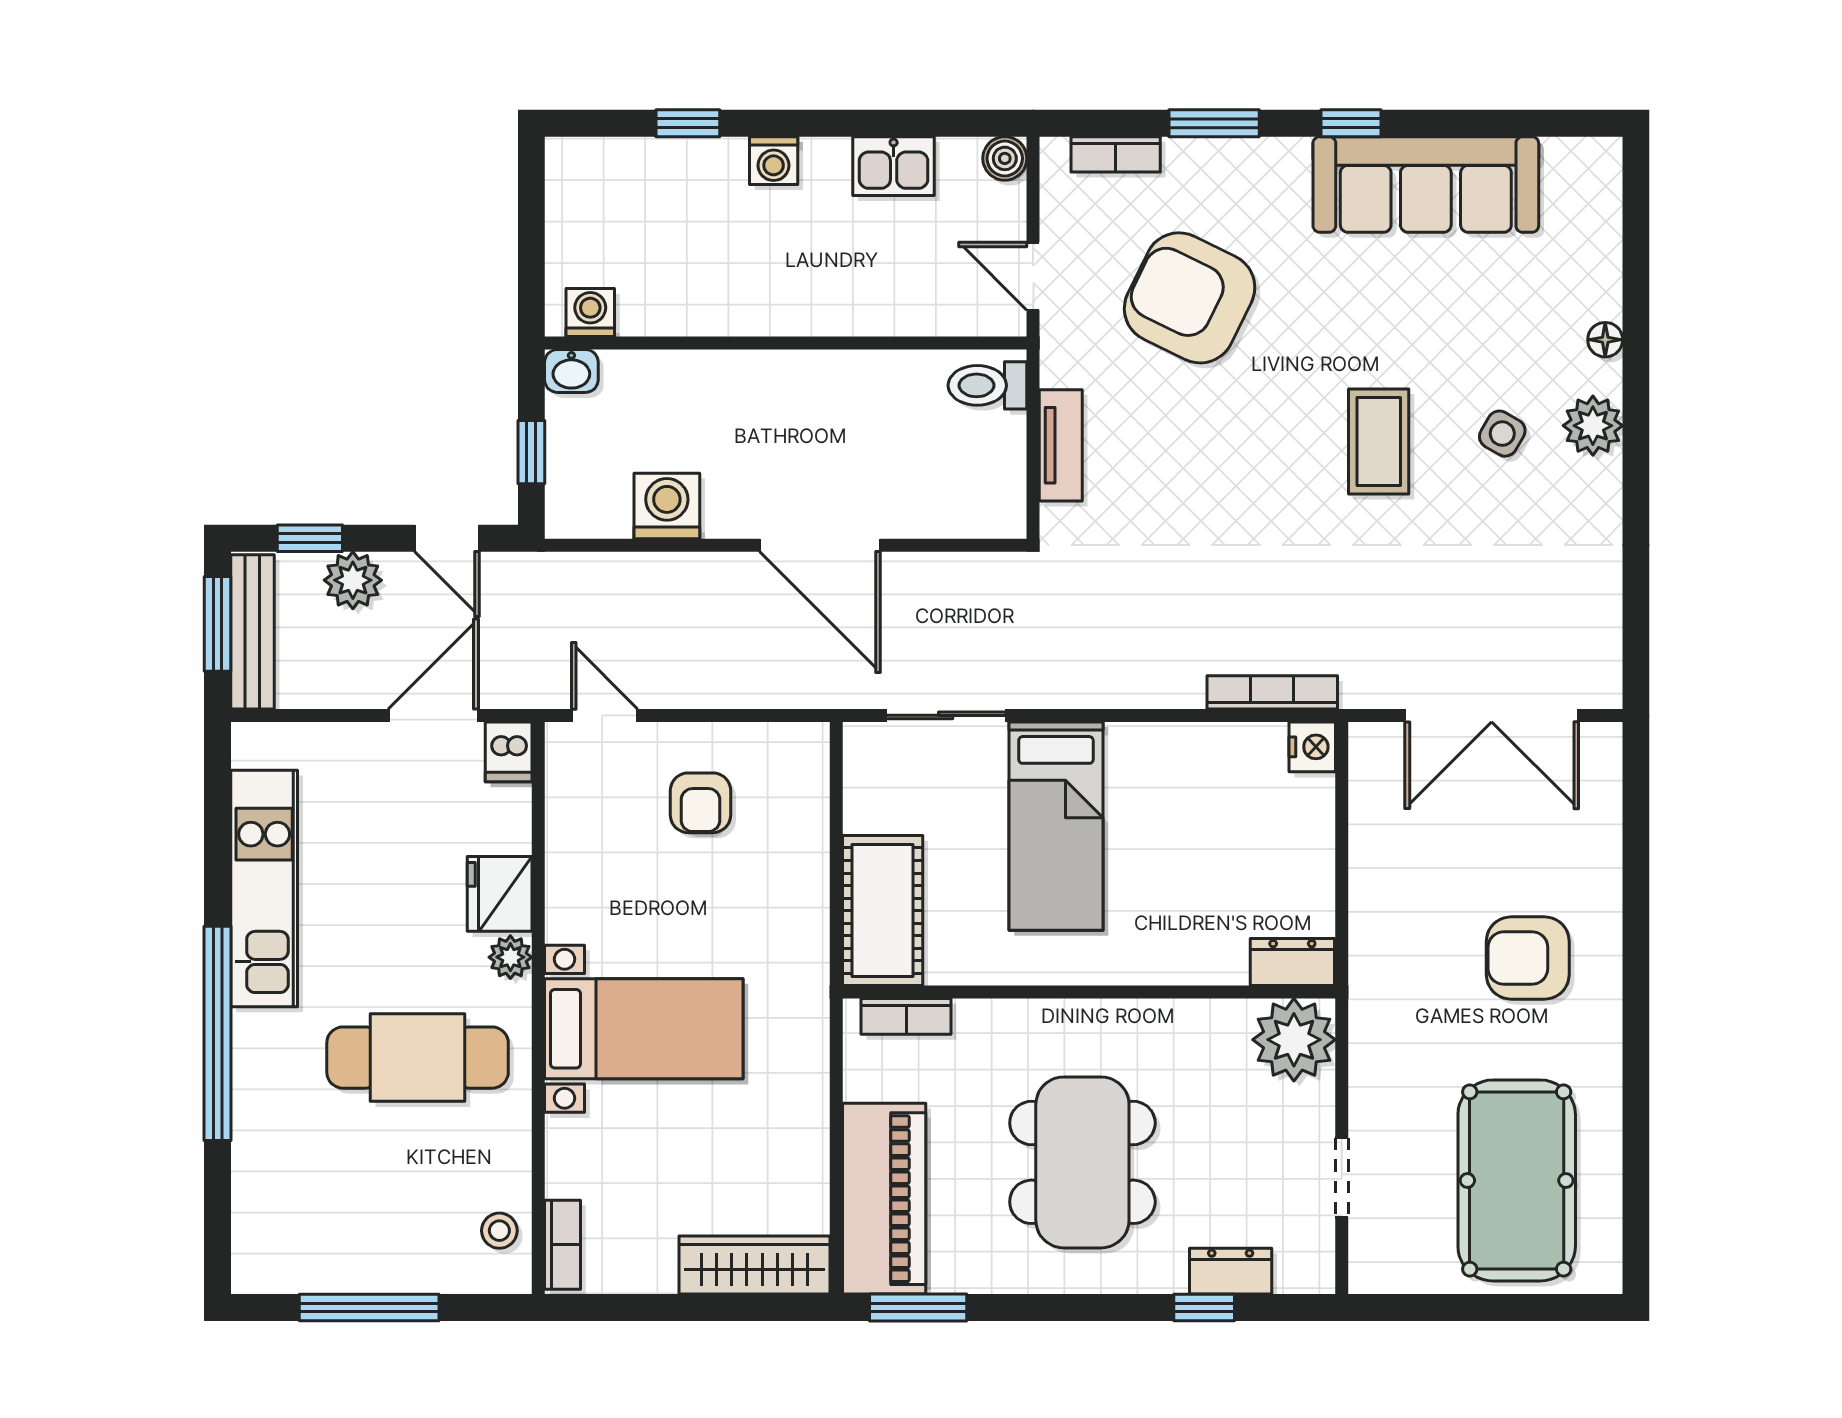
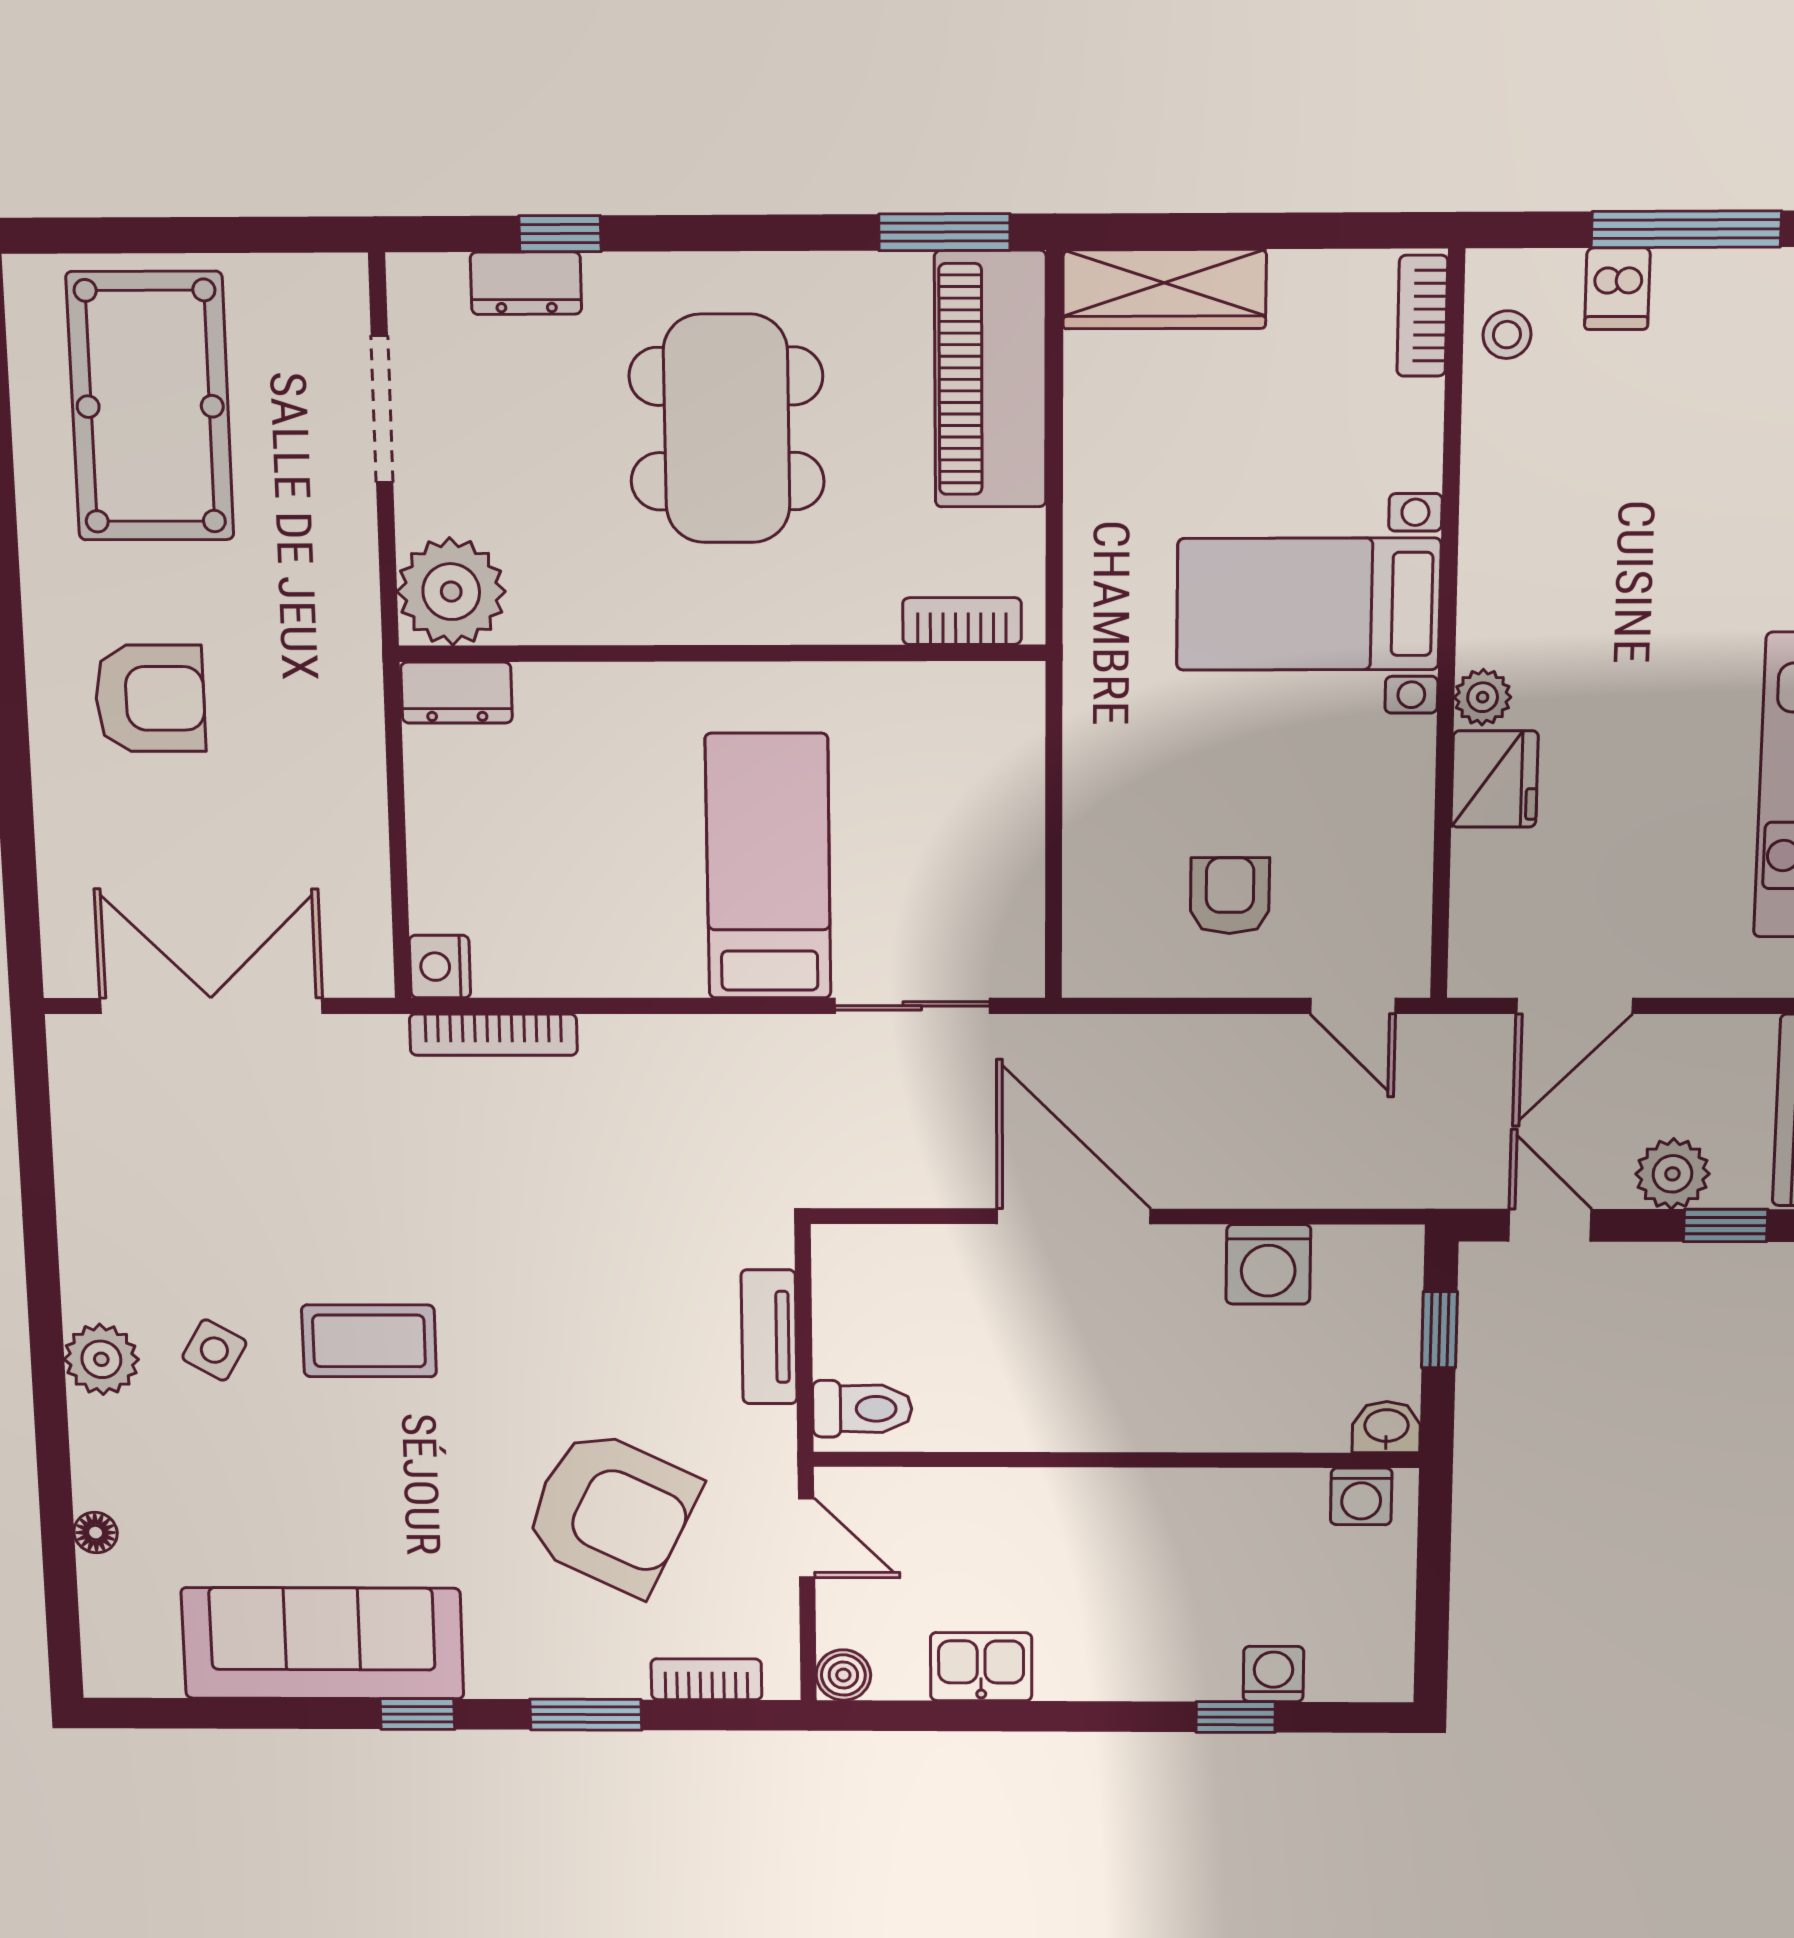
washing machine: (774, 161) -> (1273, 1674), moved
floor lamp: (1605, 340) -> (96, 1533), moved
coffee table: (1379, 441) -> (369, 1341), turned 90
dishwasher: (509, 752) -> (1617, 289), moved, turned 180
cot: (883, 911) -> (993, 758), removed
cafe table: (418, 1058) -> (1610, 566), removed
doorway: (1342, 1178) -> (382, 409), width x1.38

